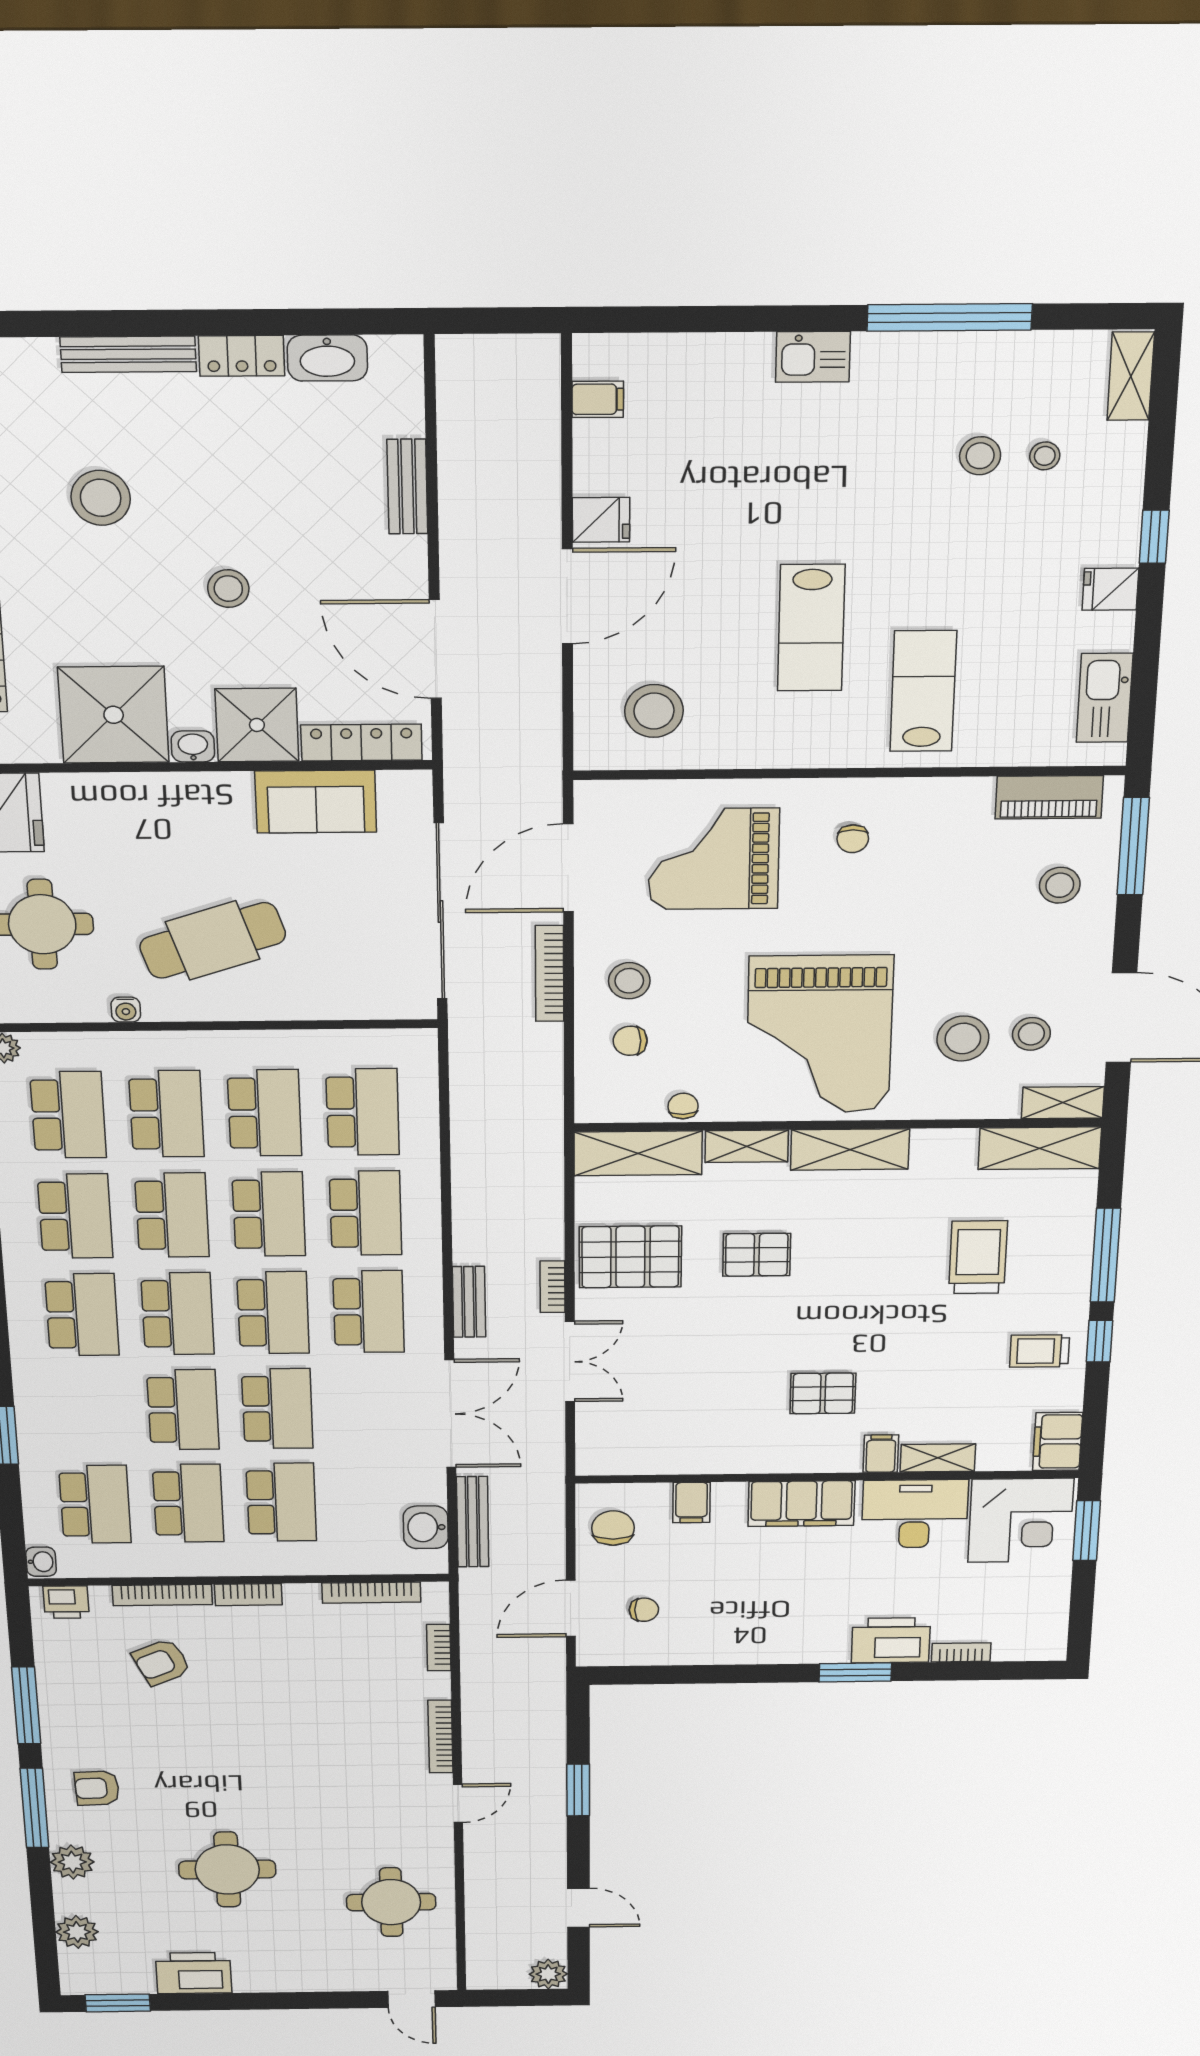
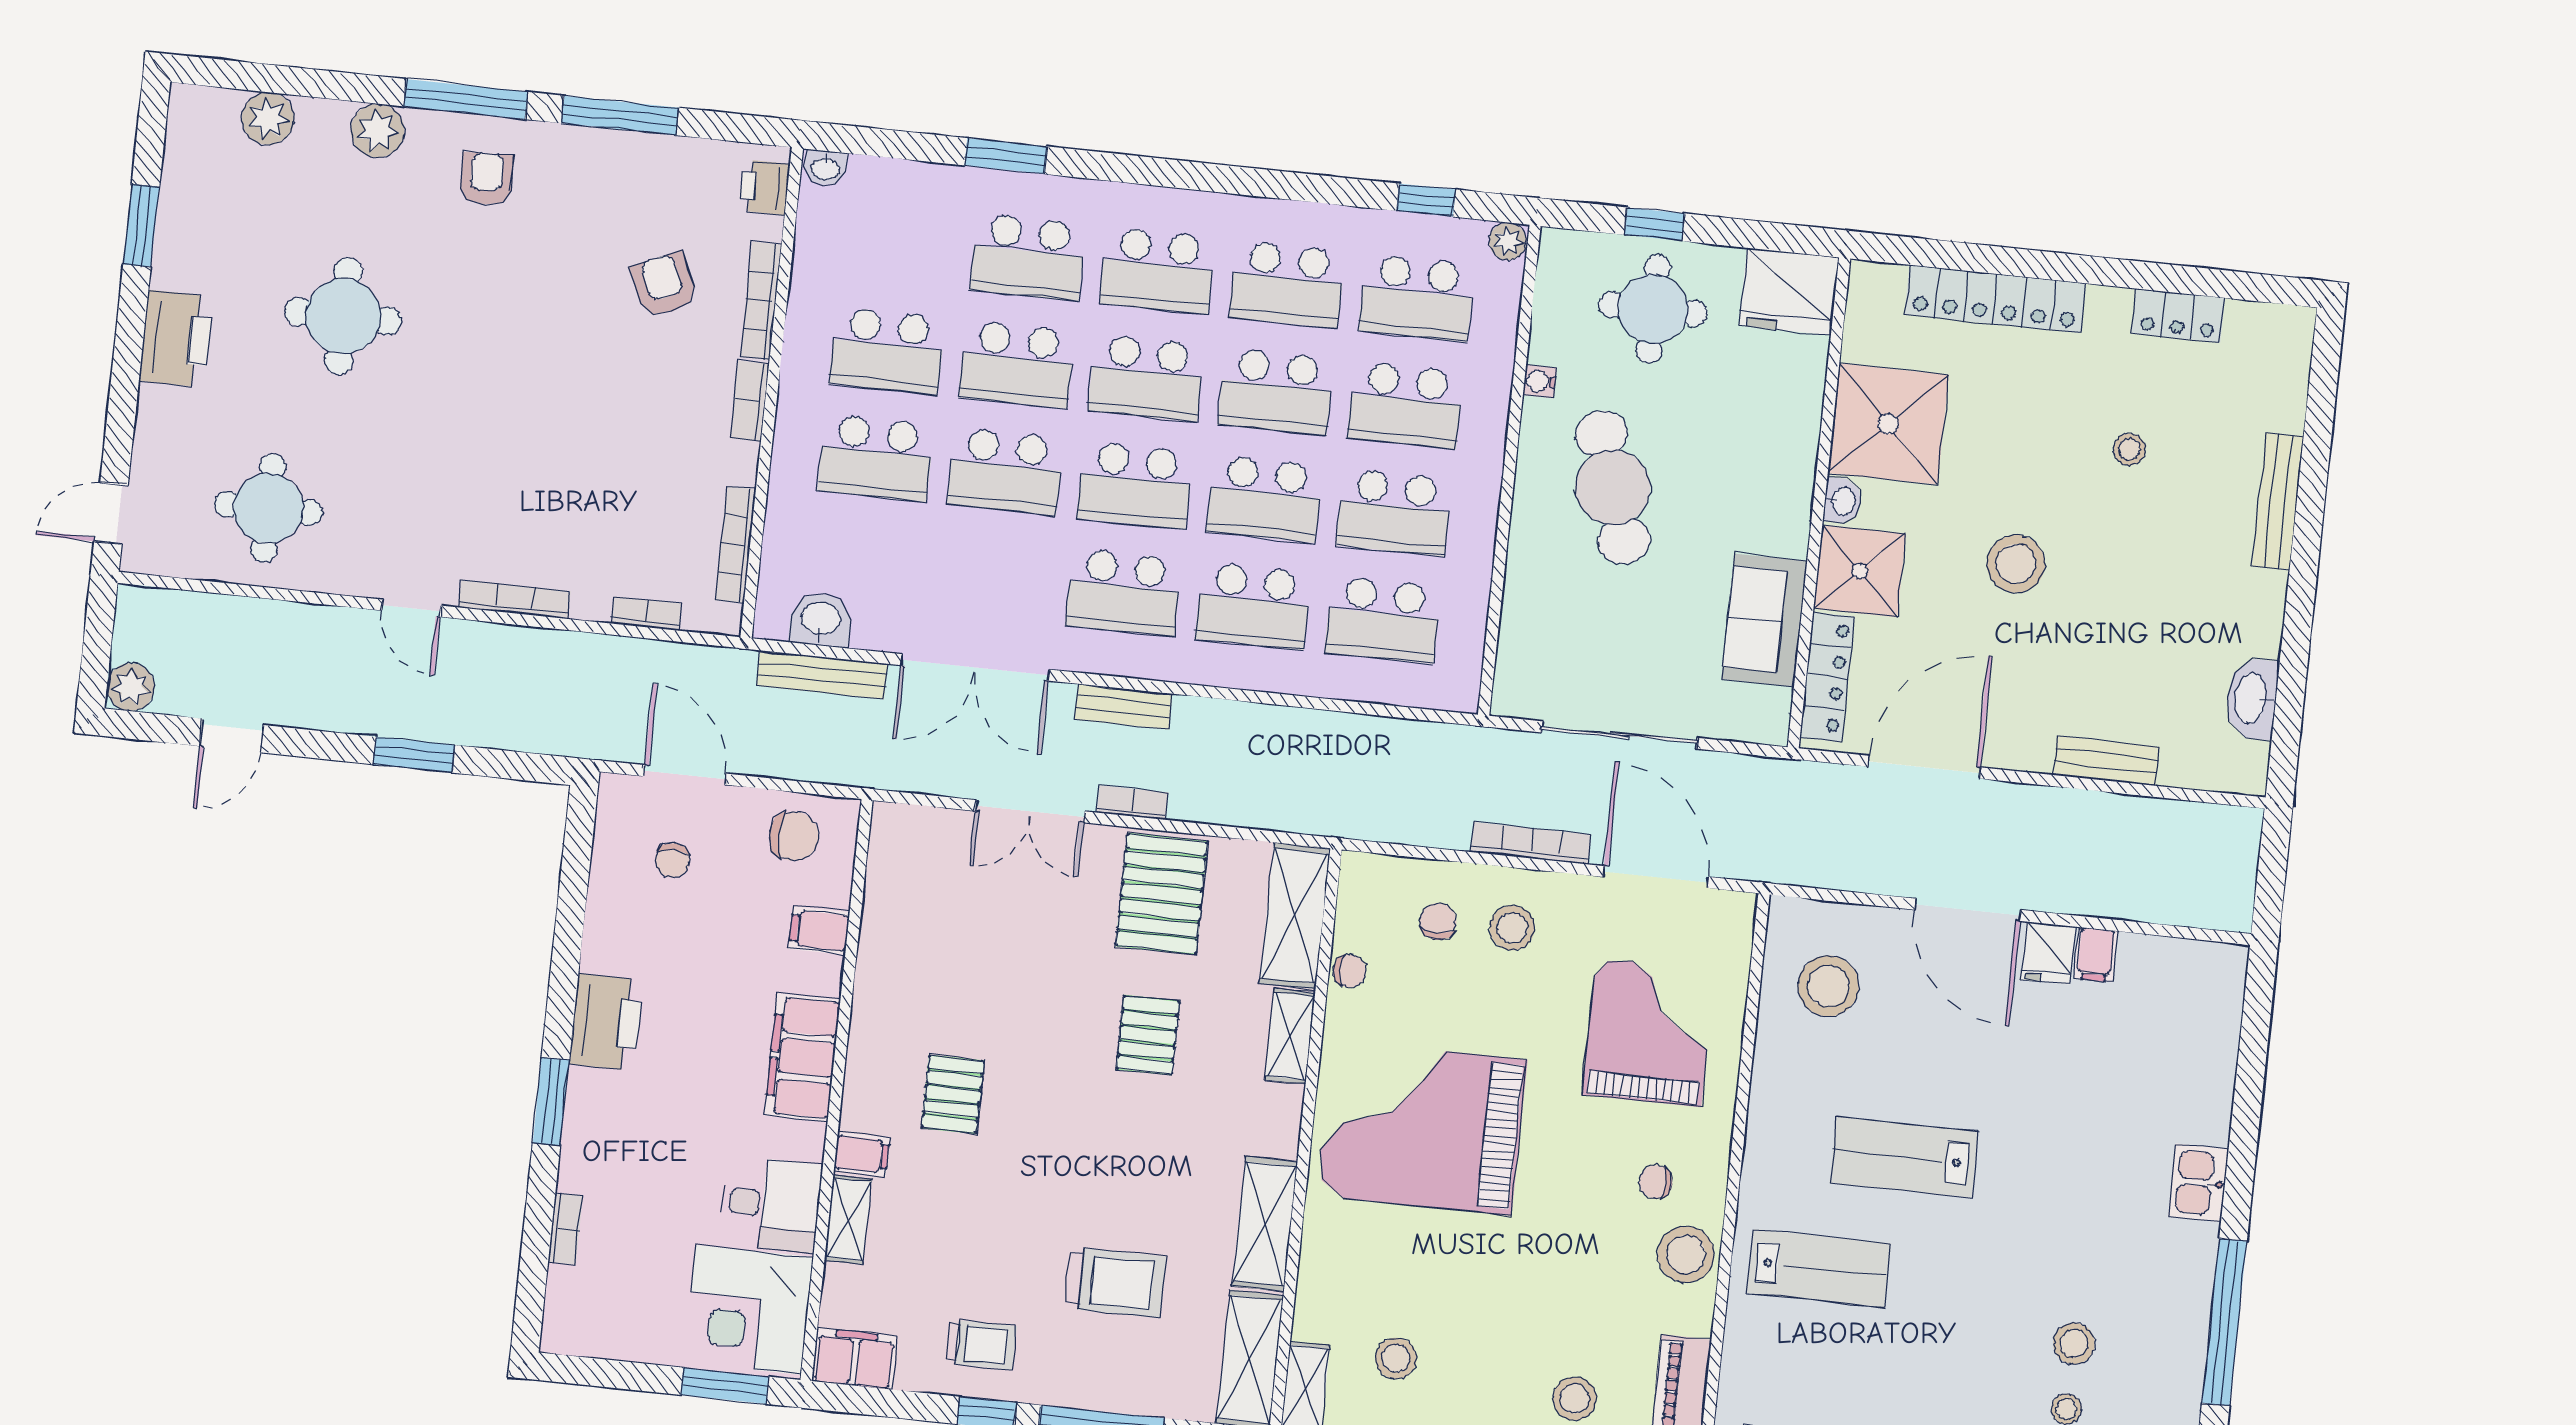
locker: (242, 356) -> (2264, 614), removed
filing cabinet: (598, 399) -> (2096, 955), moved
stool: (101, 498) -> (2129, 449), width x0.53, depth x0.53
stool: (228, 589) -> (2016, 564), width x1.38, depth x1.38
sliding door: (440, 911) -> (1619, 735), width x0.73
stool: (963, 1038) -> (1686, 1254), moved
shelving: (850, 1149) -> (1265, 1224), moved
trolley: (1040, 1351) -> (981, 1345), turned 90
school desk: (95, 1504) -> (1028, 257), moved
desk: (915, 1514) -> (771, 1204), width x0.73
printer: (891, 1640) -> (606, 1022), moved
printer: (194, 1973) -> (176, 339), moved
window: (118, 2003) -> (141, 226), moved

